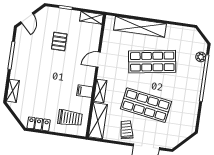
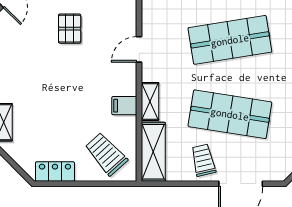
trolley: (70, 118) -> (106, 154), turned -132

